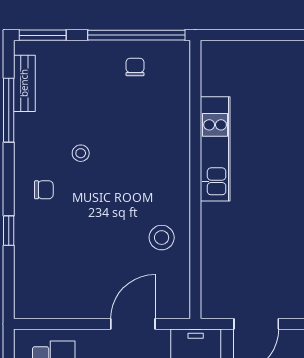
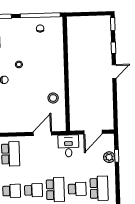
kitchen unit: (215, 149) -> (74, 61), removed

